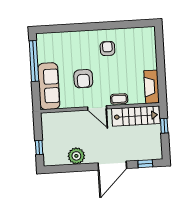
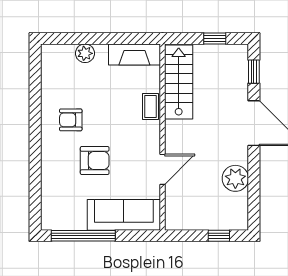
plant: (151, 55) -> (85, 53), added
armchair: (83, 79) -> (95, 161), moved
door: (97, 108) -> (162, 169), moved
window: (164, 126) -> (215, 39), moved

